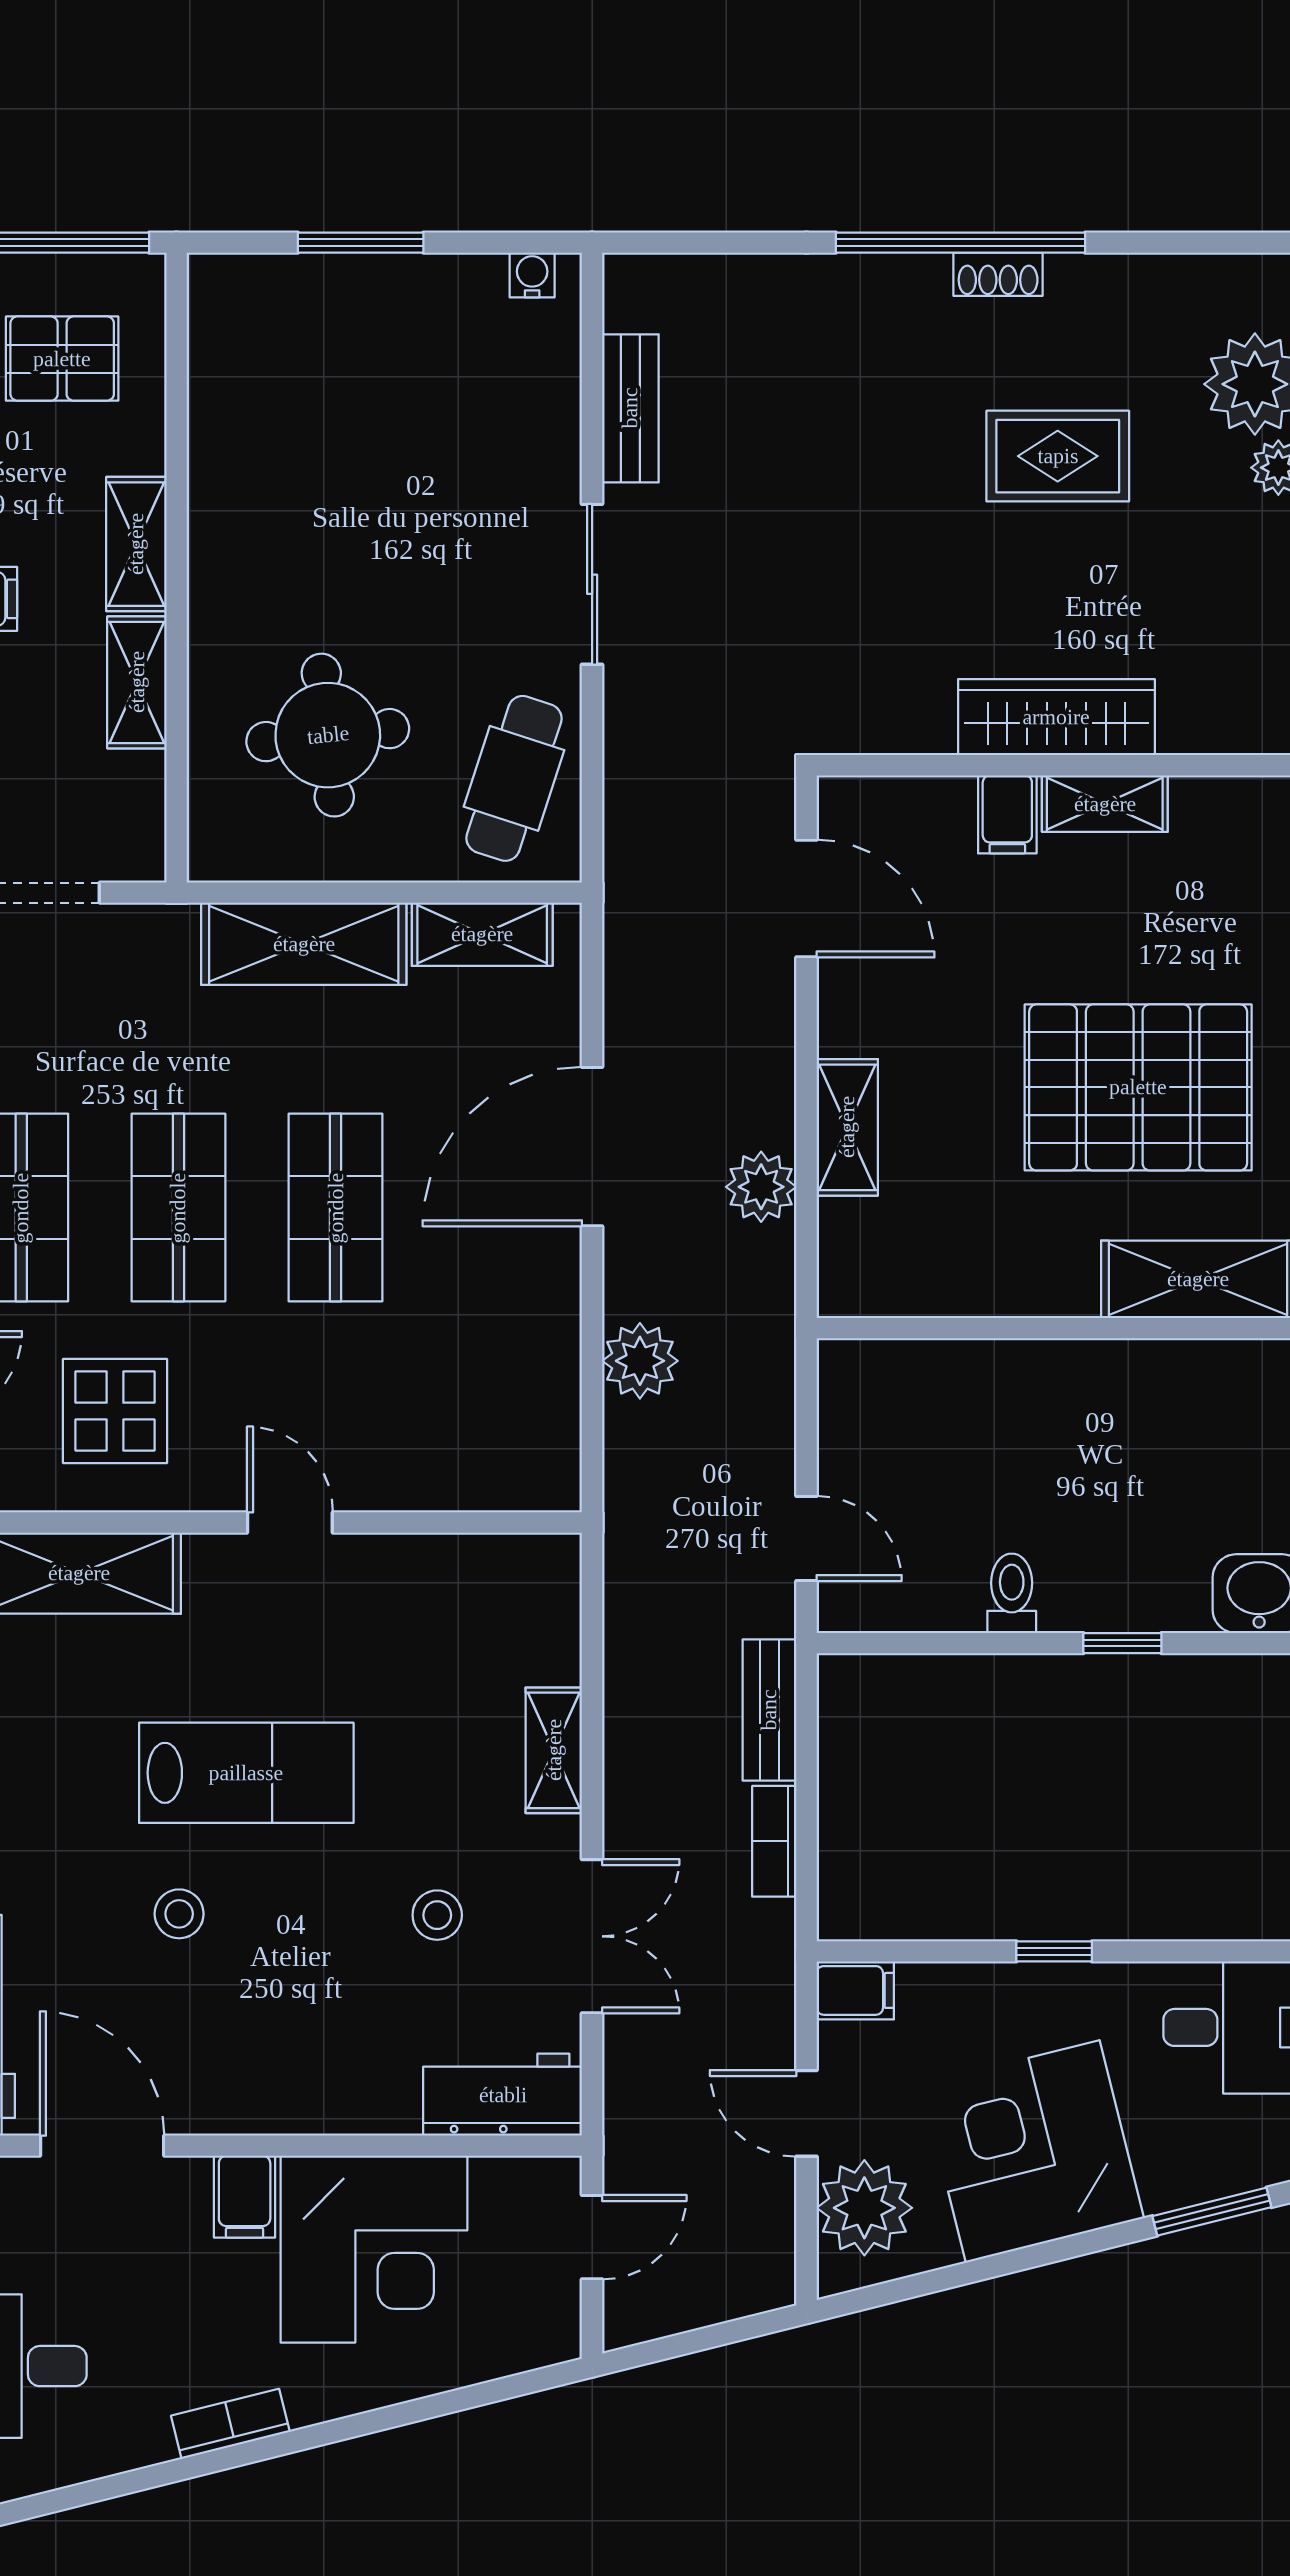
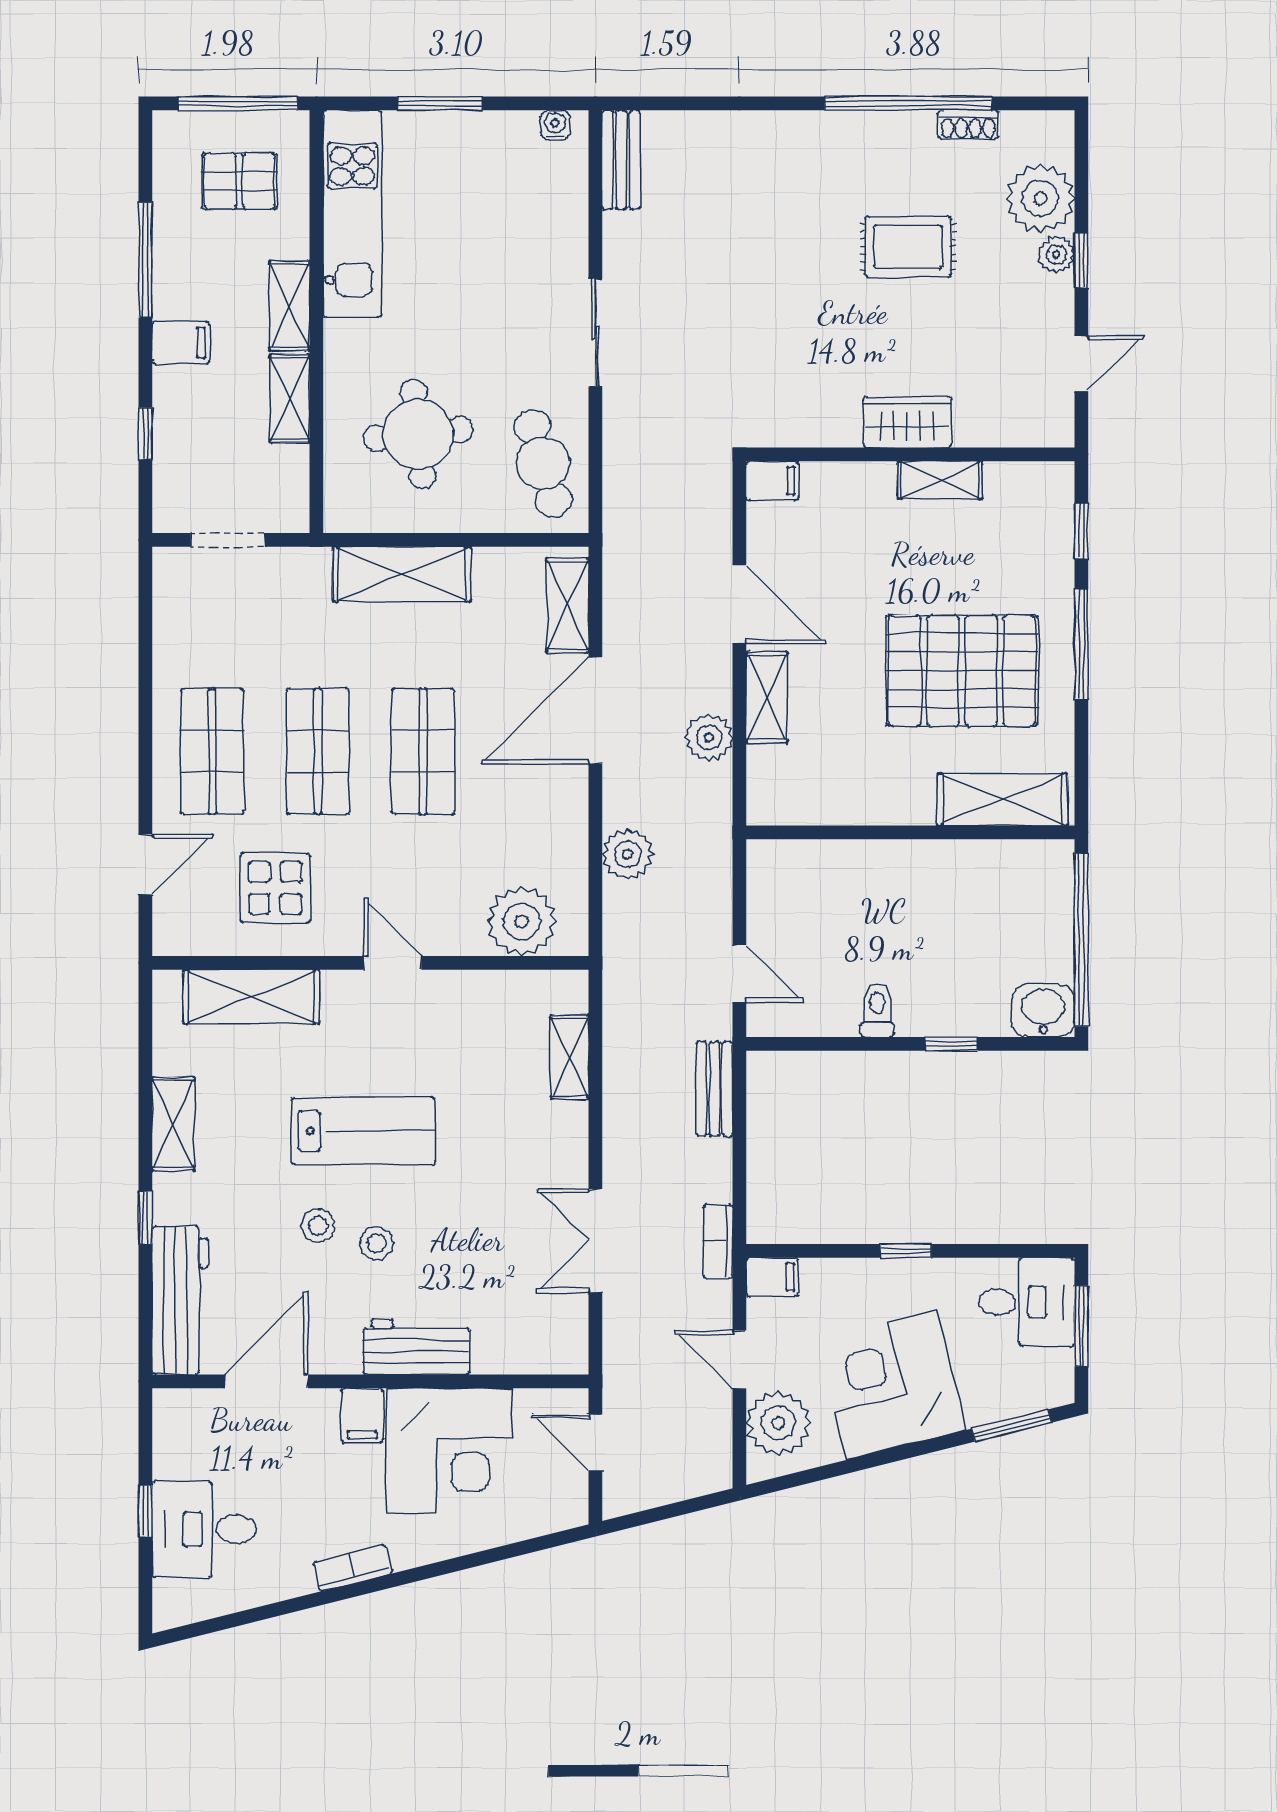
window: (961, 243) -> (908, 103), moved
shoe rack: (998, 274) -> (968, 125), moved
kitchen unit: (230, 407) -> (352, 214), added
bench: (630, 408) -> (621, 160), moved
wardrobe: (1056, 717) -> (907, 422), width x0.67
cafe table: (514, 778) -> (543, 463), turned -34
filing cabinet: (1007, 814) -> (772, 481), moved, turned -90
door: (806, 899) -> (739, 604), moved
shelving: (482, 934) -> (567, 605), moved, turned 90
plant: (482, 1461) -> (522, 921), added
shelving: (554, 1750) -> (570, 1057), moved
bookcase: (774, 1841) -> (718, 1241), moved
stool: (437, 1915) -> (377, 1243), moved
double door: (592, 1936) -> (595, 1241), swing flipped
workbench: (503, 2095) -> (416, 1347), moved
door: (102, 2146) -> (266, 1381), hinge flipped
door: (592, 2237) -> (595, 1443), swing flipped

